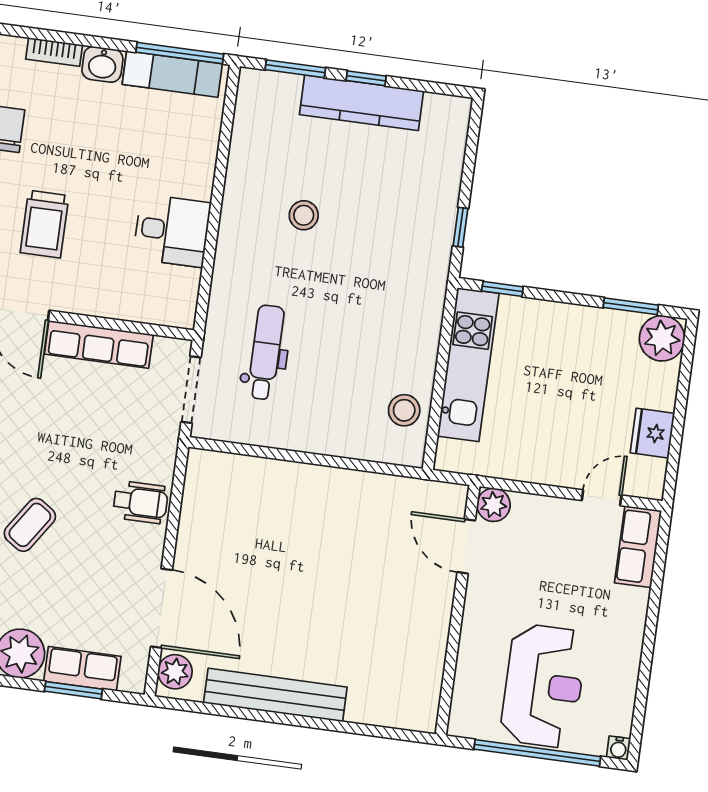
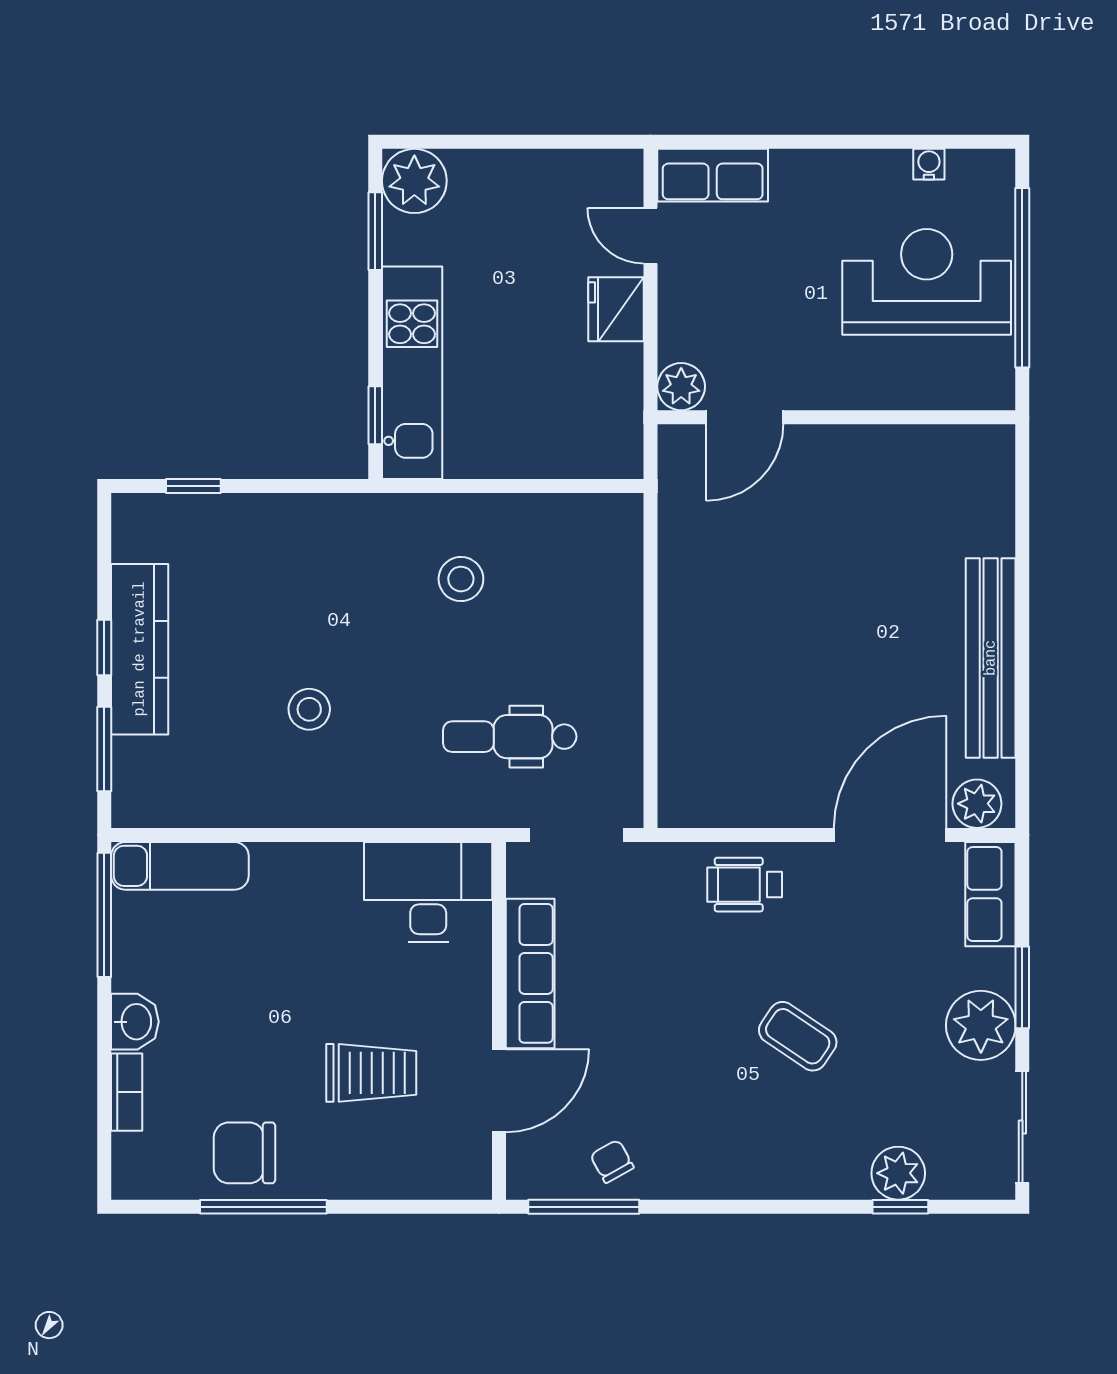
exam couch: (172, 74) -> (180, 866), moved, turned 90
window: (461, 227) -> (193, 486), moved
desk: (172, 231) -> (428, 892), moved, width x1.37
kitchen unit: (468, 365) -> (412, 373), moved, turned 90
stool: (404, 410) -> (461, 579), moved
fridge: (652, 433) -> (616, 309), moved, turned 90
wheelchair: (141, 502) -> (745, 885), turned -90
row of seats: (82, 669) -> (990, 894), moved
window: (73, 690) -> (1022, 987), moved
water cooler: (619, 748) -> (929, 164), moved, turned -90

